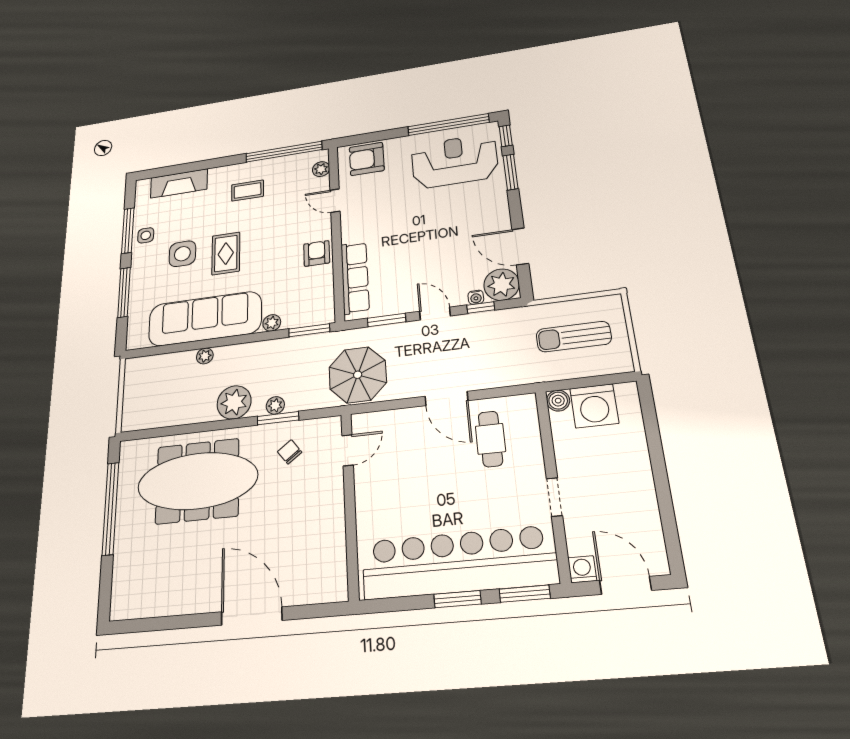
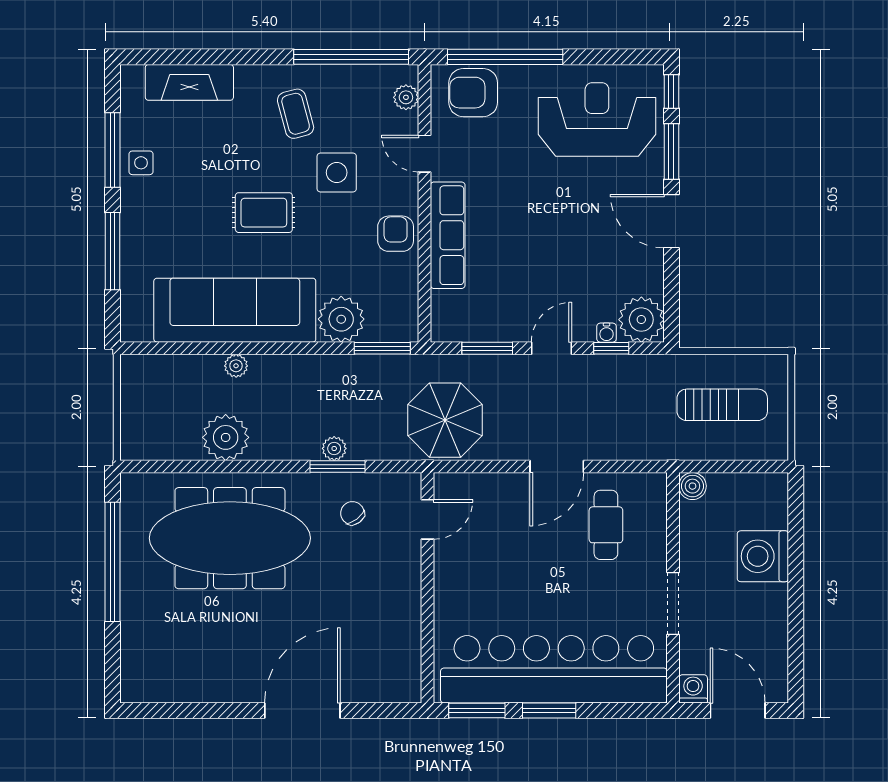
window: (448, 125) -> (505, 57), moved
coffee table: (248, 190) -> (296, 114), turned 75
door: (520, 246) -> (671, 221), moved
rug: (226, 253) -> (264, 213), turned 90
side table: (182, 254) -> (337, 172), moved
row of seats: (355, 278) -> (448, 235), moved
door: (435, 314) -> (552, 348), hinge flipped
plant: (272, 323) -> (341, 319), width x1.87, depth x1.87
sun lounger: (574, 337) -> (722, 405), turned 180
door: (446, 398) -> (557, 467), hinge flipped
plant: (234, 402) -> (226, 437), moved
washing machine: (594, 406) -> (763, 556), moved, turned 90
doorway: (554, 497) -> (673, 604), width x1.38
window: (525, 594) -> (477, 711), moved
door: (252, 616) -> (302, 711), hinge flipped

